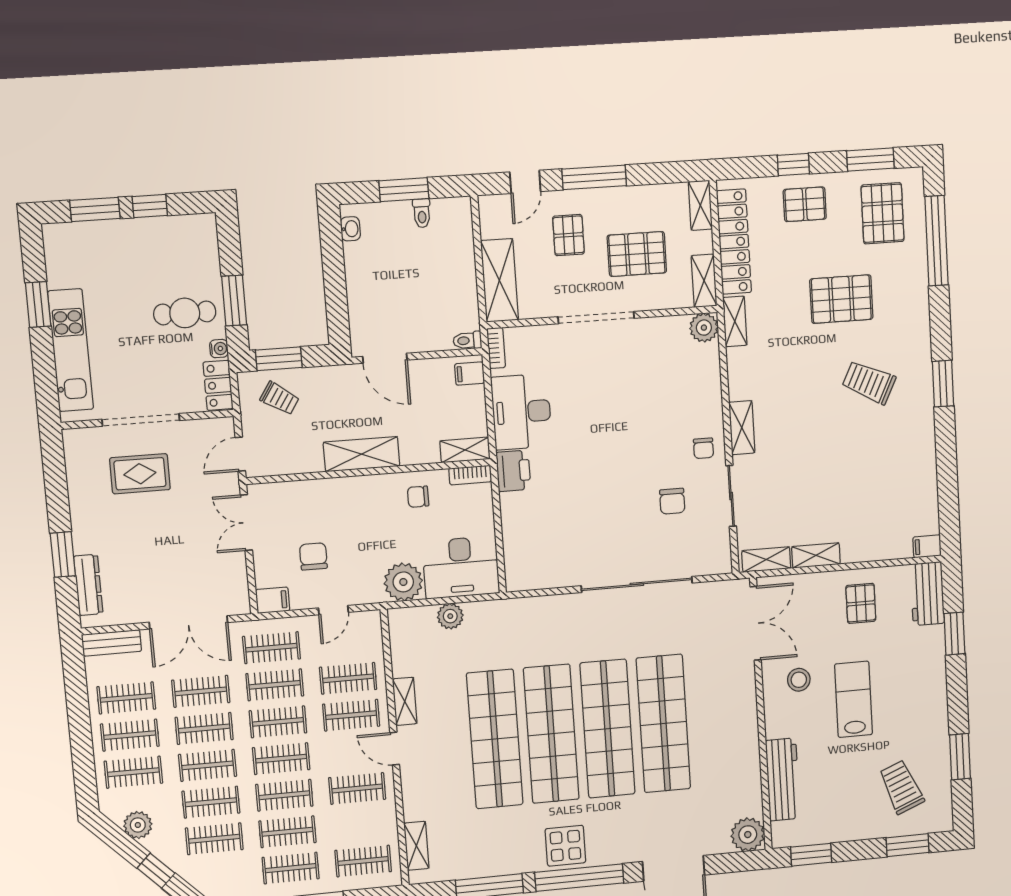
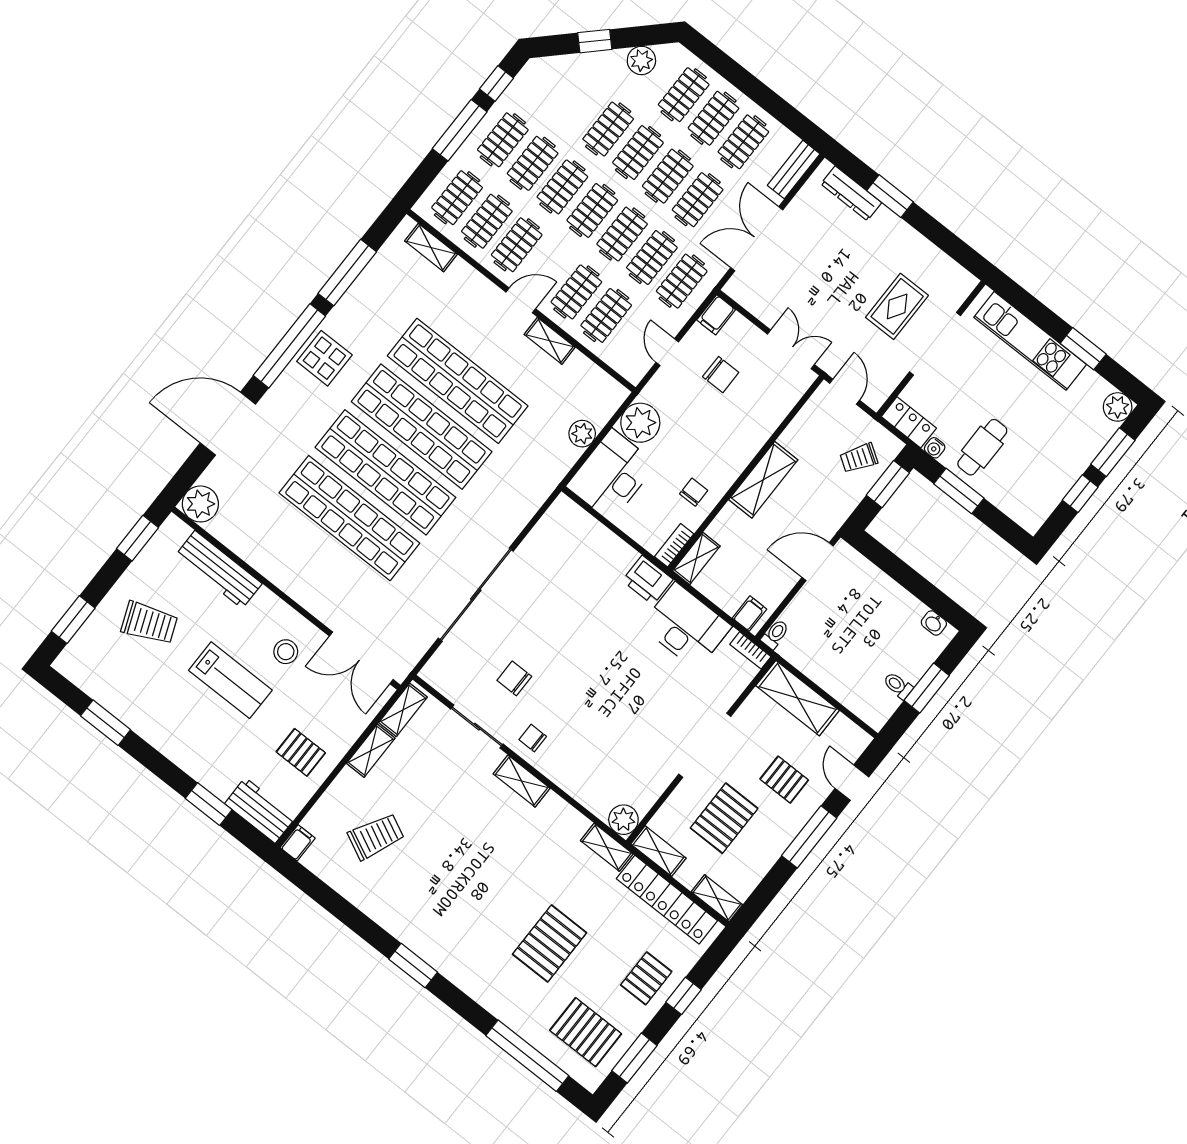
plant: (57, 237) -> (1118, 407), added
trolley: (869, 382) -> (376, 836), moved
trolley: (901, 787) -> (149, 623), moved
clothes rail: (214, 839) -> (487, 221), moved

